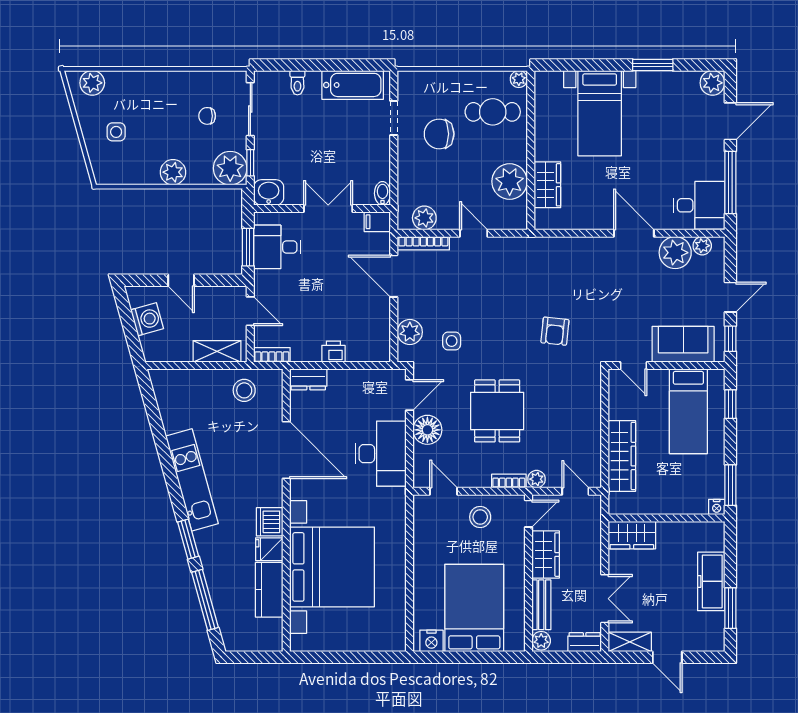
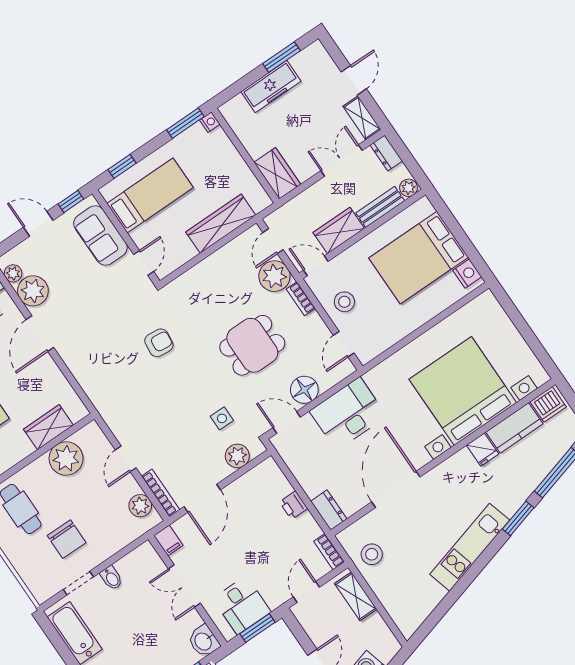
bidet: (382, 193) -> (111, 578), moved, turned -90
plant: (537, 479) -> (274, 276), width x1.87, depth x1.87
dishwasher: (270, 522) -> (548, 404), moved

